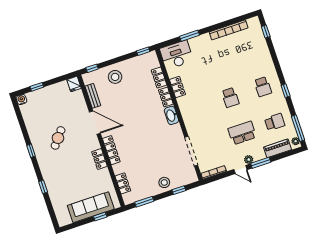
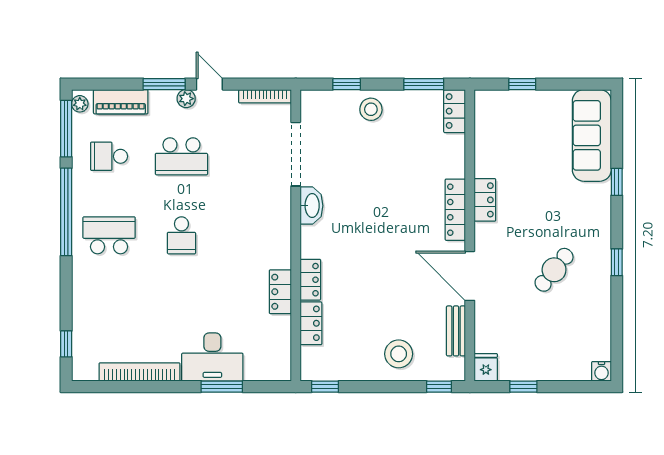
desk: (176, 55) -> (212, 357), moved
window: (37, 87) -> (523, 387), moved
school desk: (263, 87) -> (109, 235), width x1.85
window: (286, 91) -> (66, 212), width x3.17
school desk: (230, 98) -> (181, 235), turned 180
washbasin: (171, 115) -> (311, 206), moved
locker: (123, 183) -> (455, 111), moved
sofa: (91, 207) -> (592, 135), moved, turned 90

